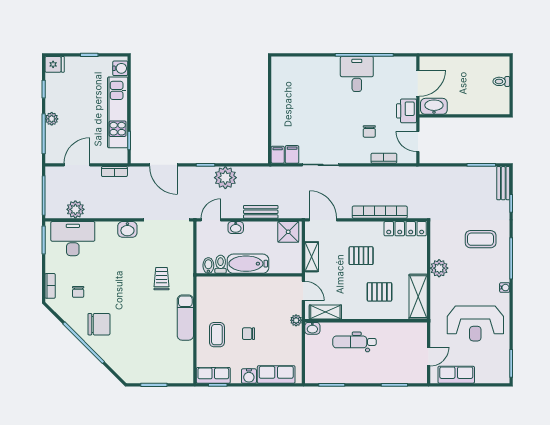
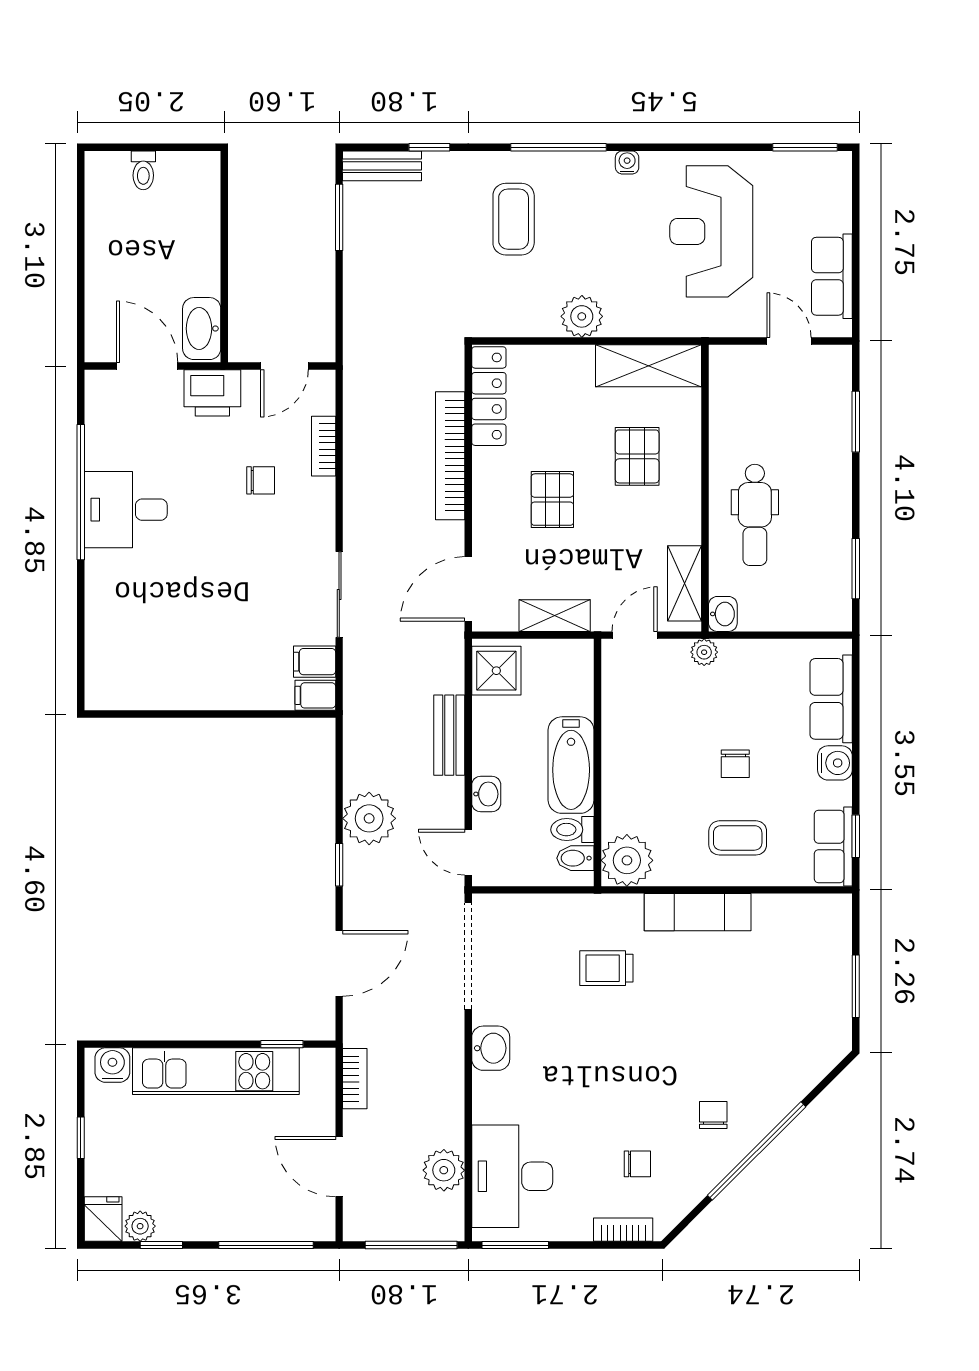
plant: (52, 119) -> (140, 1226), moved
plant: (207, 287) -> (627, 860), added
reception desk: (475, 323) -> (711, 231), turned 180
chair: (99, 324) -> (713, 1115), width x0.54, depth x0.54

